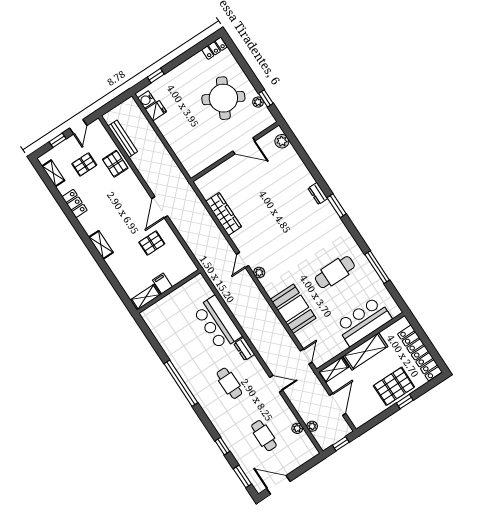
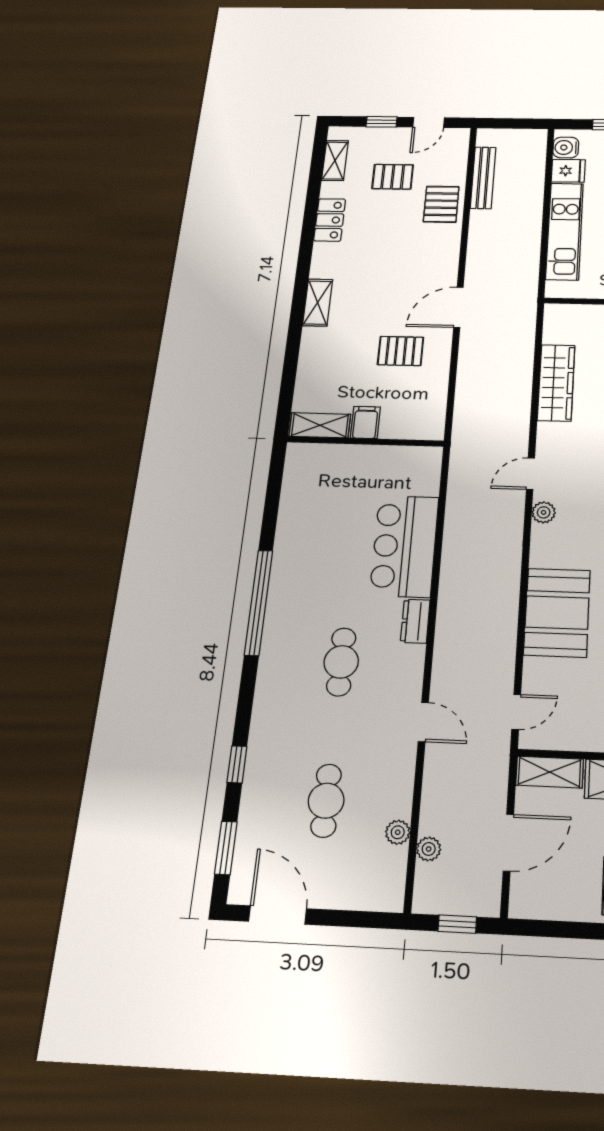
kitchen unit: (176, 142) -> (565, 231), added

